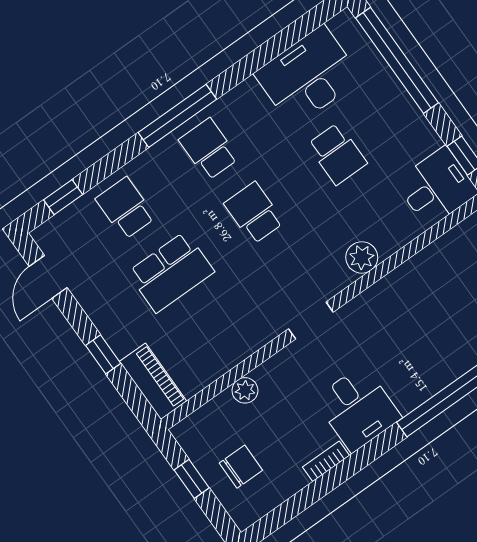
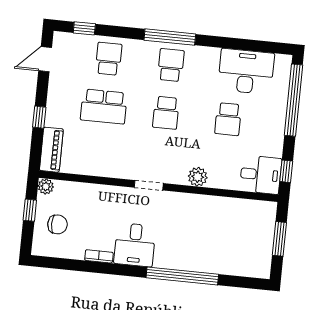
school desk: (254, 213) -> (166, 113), turned 180
plant: (245, 390) -> (46, 186), moved

